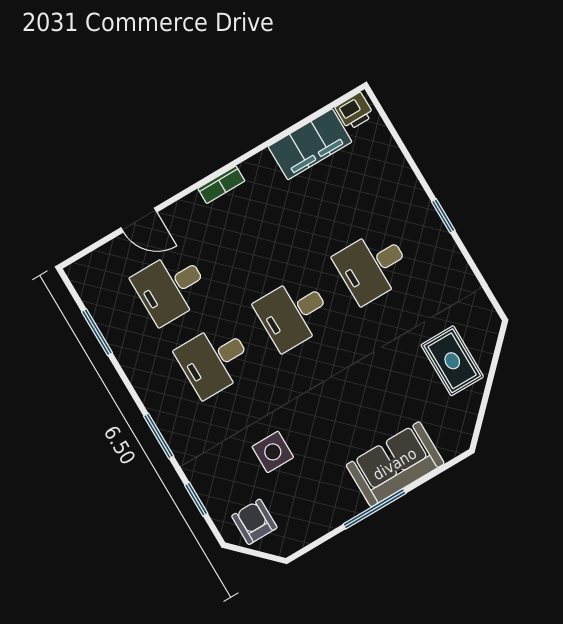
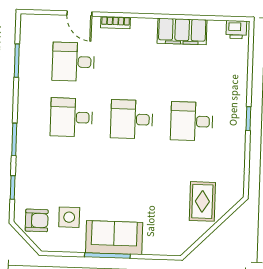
filing cabinet: (310, 144) -> (182, 31), moved
bookcase: (221, 185) -> (116, 22), moved
side table: (273, 452) -> (69, 217), moved
sofa: (395, 464) -> (114, 238), moved
armchair: (254, 522) -> (37, 220), turned 90

